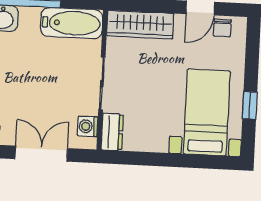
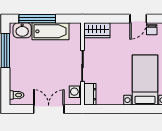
bathtub: (72, 23) -> (50, 31), moved
wardrobe: (140, 25) -> (97, 30), width x0.67

